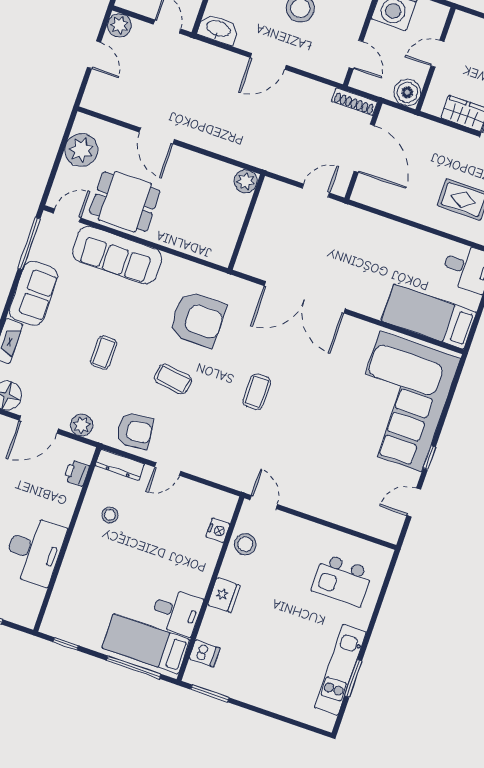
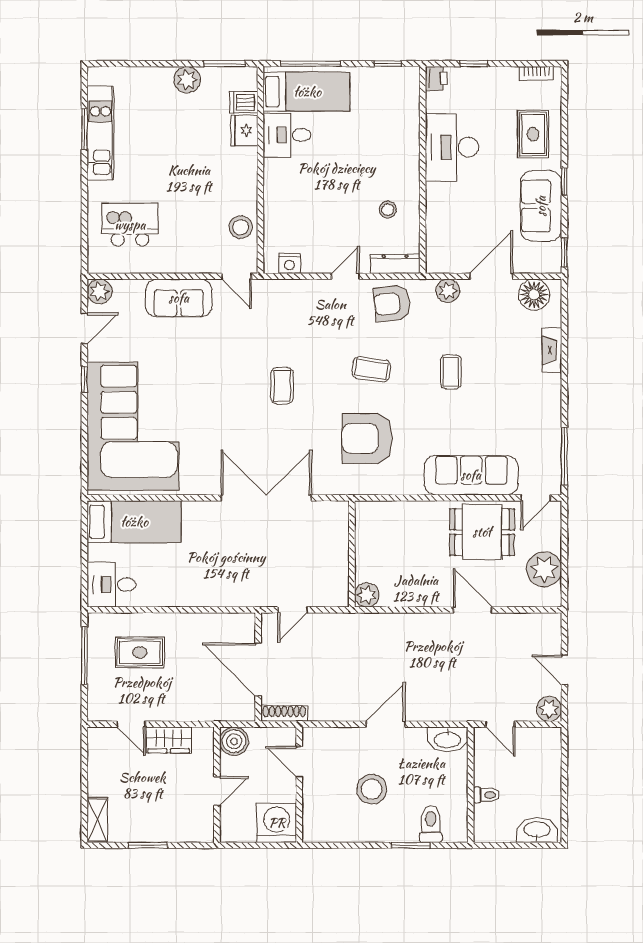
sofa: (34, 293) -> (179, 298), moved, turned -90
printer: (77, 473) -> (436, 78), moved
nightstand: (218, 530) -> (289, 264), moved, turned -90
plant: (389, 530) -> (100, 291), added
fridge: (224, 595) -> (244, 131), moved
plant: (248, 691) -> (187, 80), added

